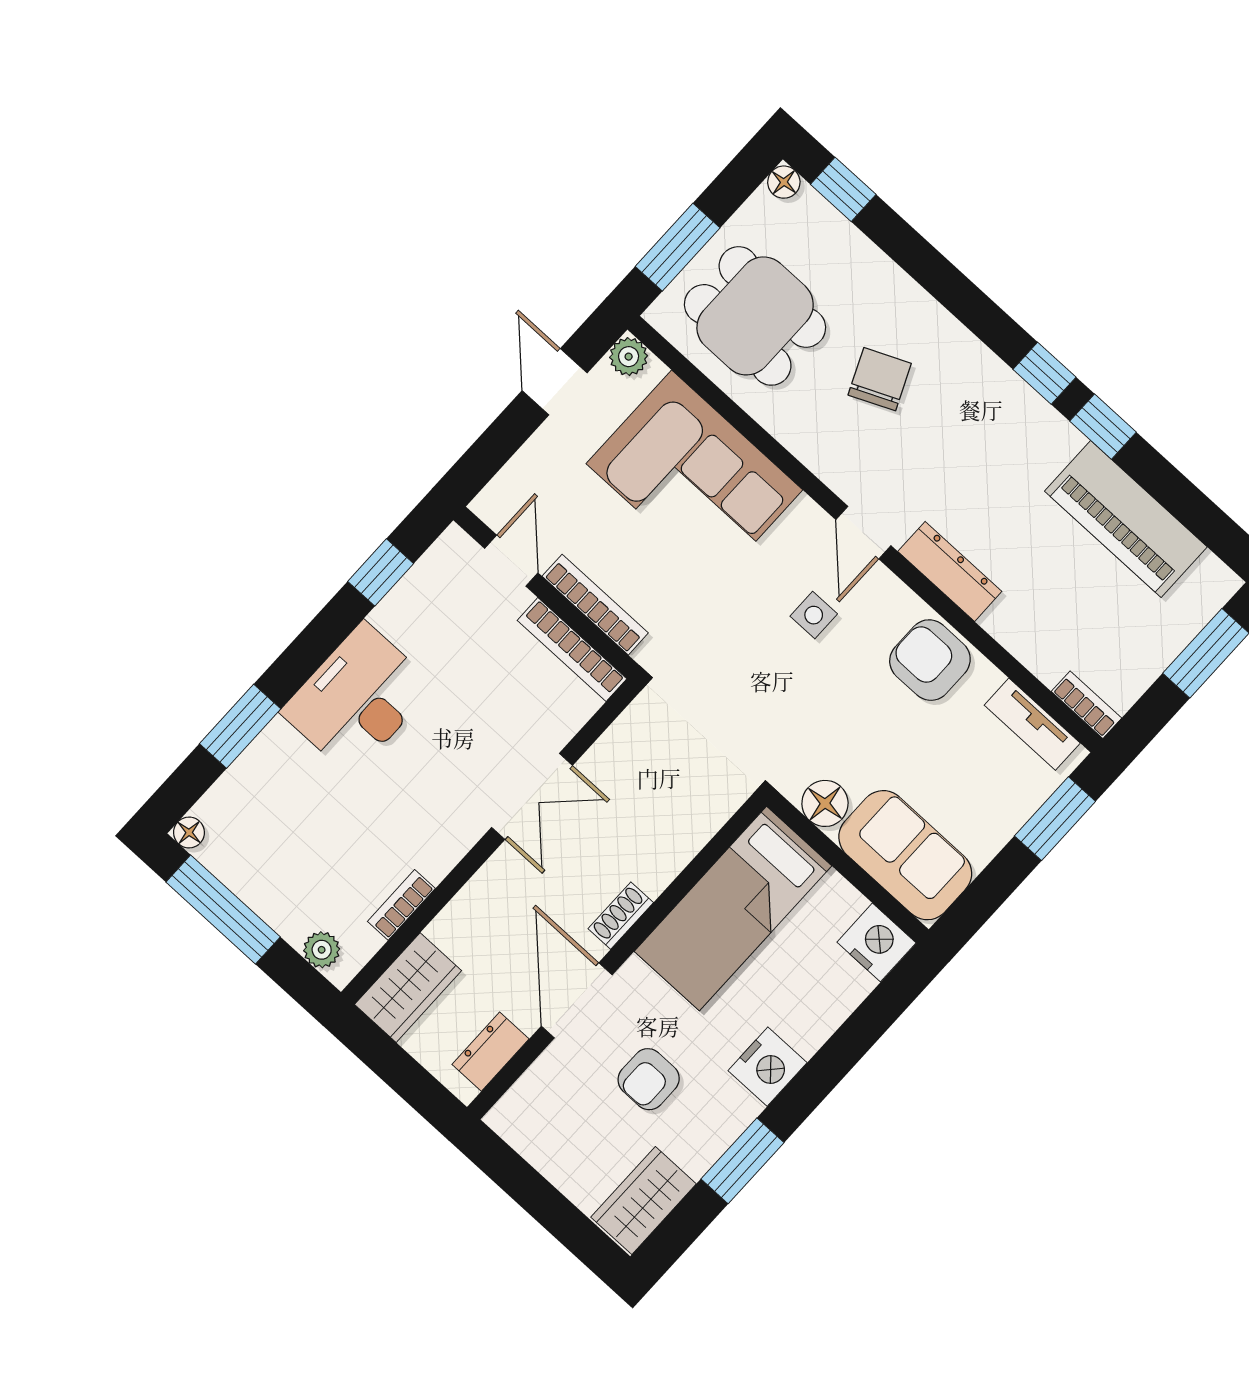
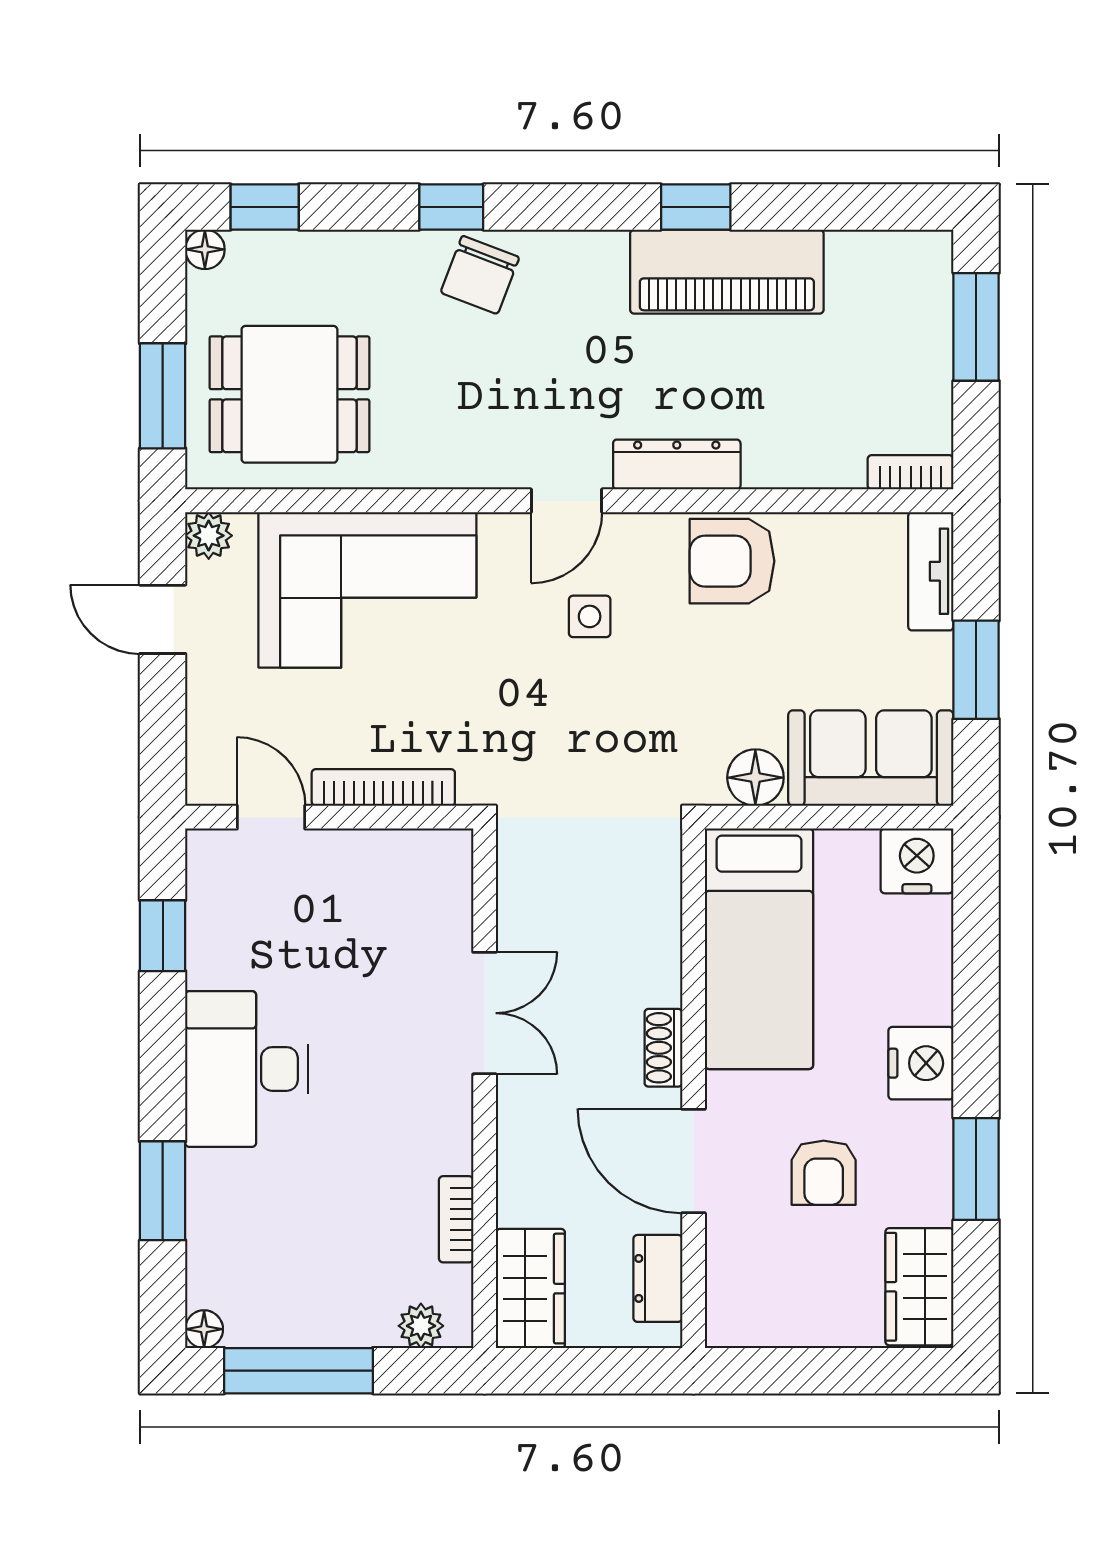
window: (1044, 373) -> (451, 207), moved
chair: (880, 379) -> (480, 275), moved, turned -135
piano: (1126, 519) -> (727, 272), moved
door: (863, 533) -> (567, 501), hinge flipped
bookcase: (572, 650) -> (399, 847), removed
tv unit: (1032, 724) -> (931, 571), moved, turned 90
window: (1055, 819) -> (976, 670), moved

